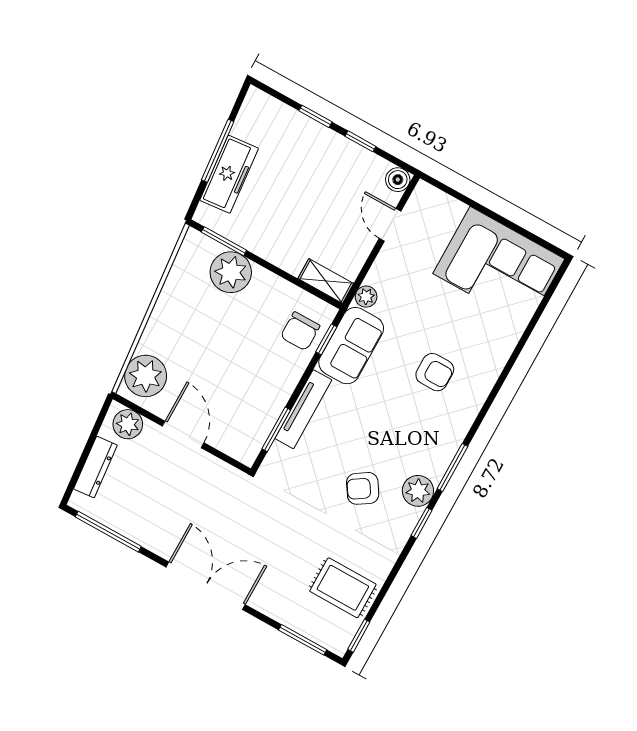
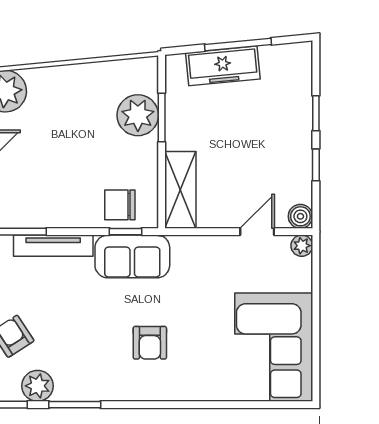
window: (224, 241) -> (162, 117), moved
shelving: (326, 281) -> (180, 190), width x1.50, depth x1.33
plant: (366, 297) -> (302, 246), moved

